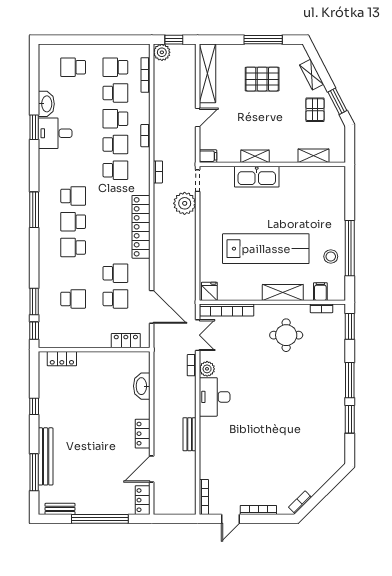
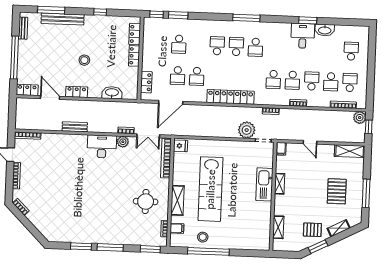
shelving: (207, 73) -> (350, 151), width x0.68
locker: (91, 358) -> (134, 56), added
stool: (100, 425) -> (84, 60), added

